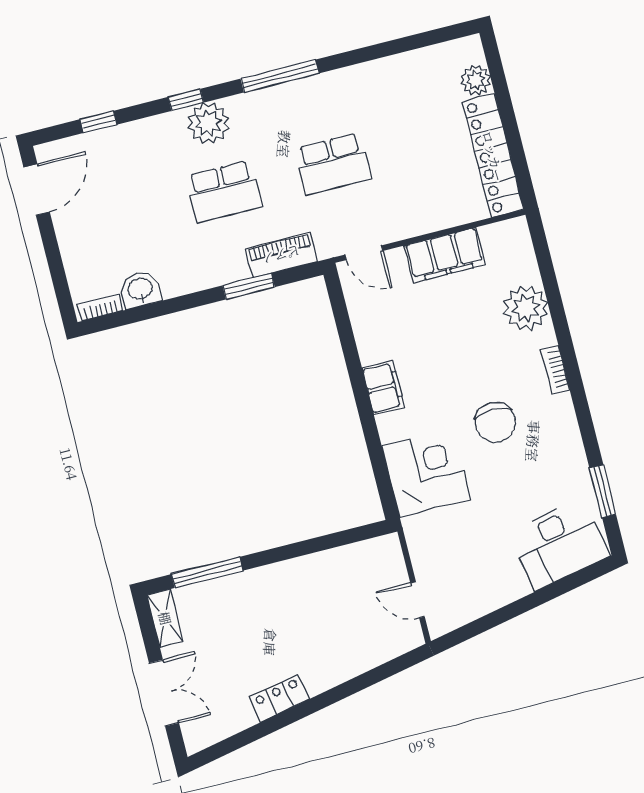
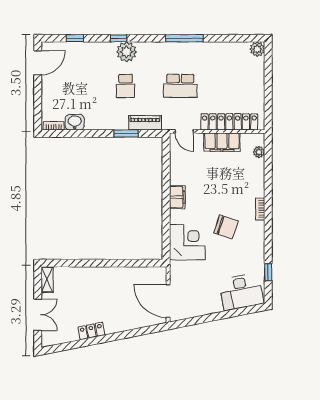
window: (280, 76) -> (184, 38), moved
plant: (476, 80) -> (257, 49), moved
locker: (493, 156) -> (229, 122), moved, turned 90
school desk: (224, 191) -> (126, 86), width x0.54
plant: (526, 308) -> (259, 152), moved, width x0.53, depth x0.53
chair: (495, 422) -> (226, 227), turned -72
window: (603, 491) -> (268, 272), width x0.67
window: (207, 572) -> (72, 263), removed
door: (418, 600) -> (168, 301), width x1.88

